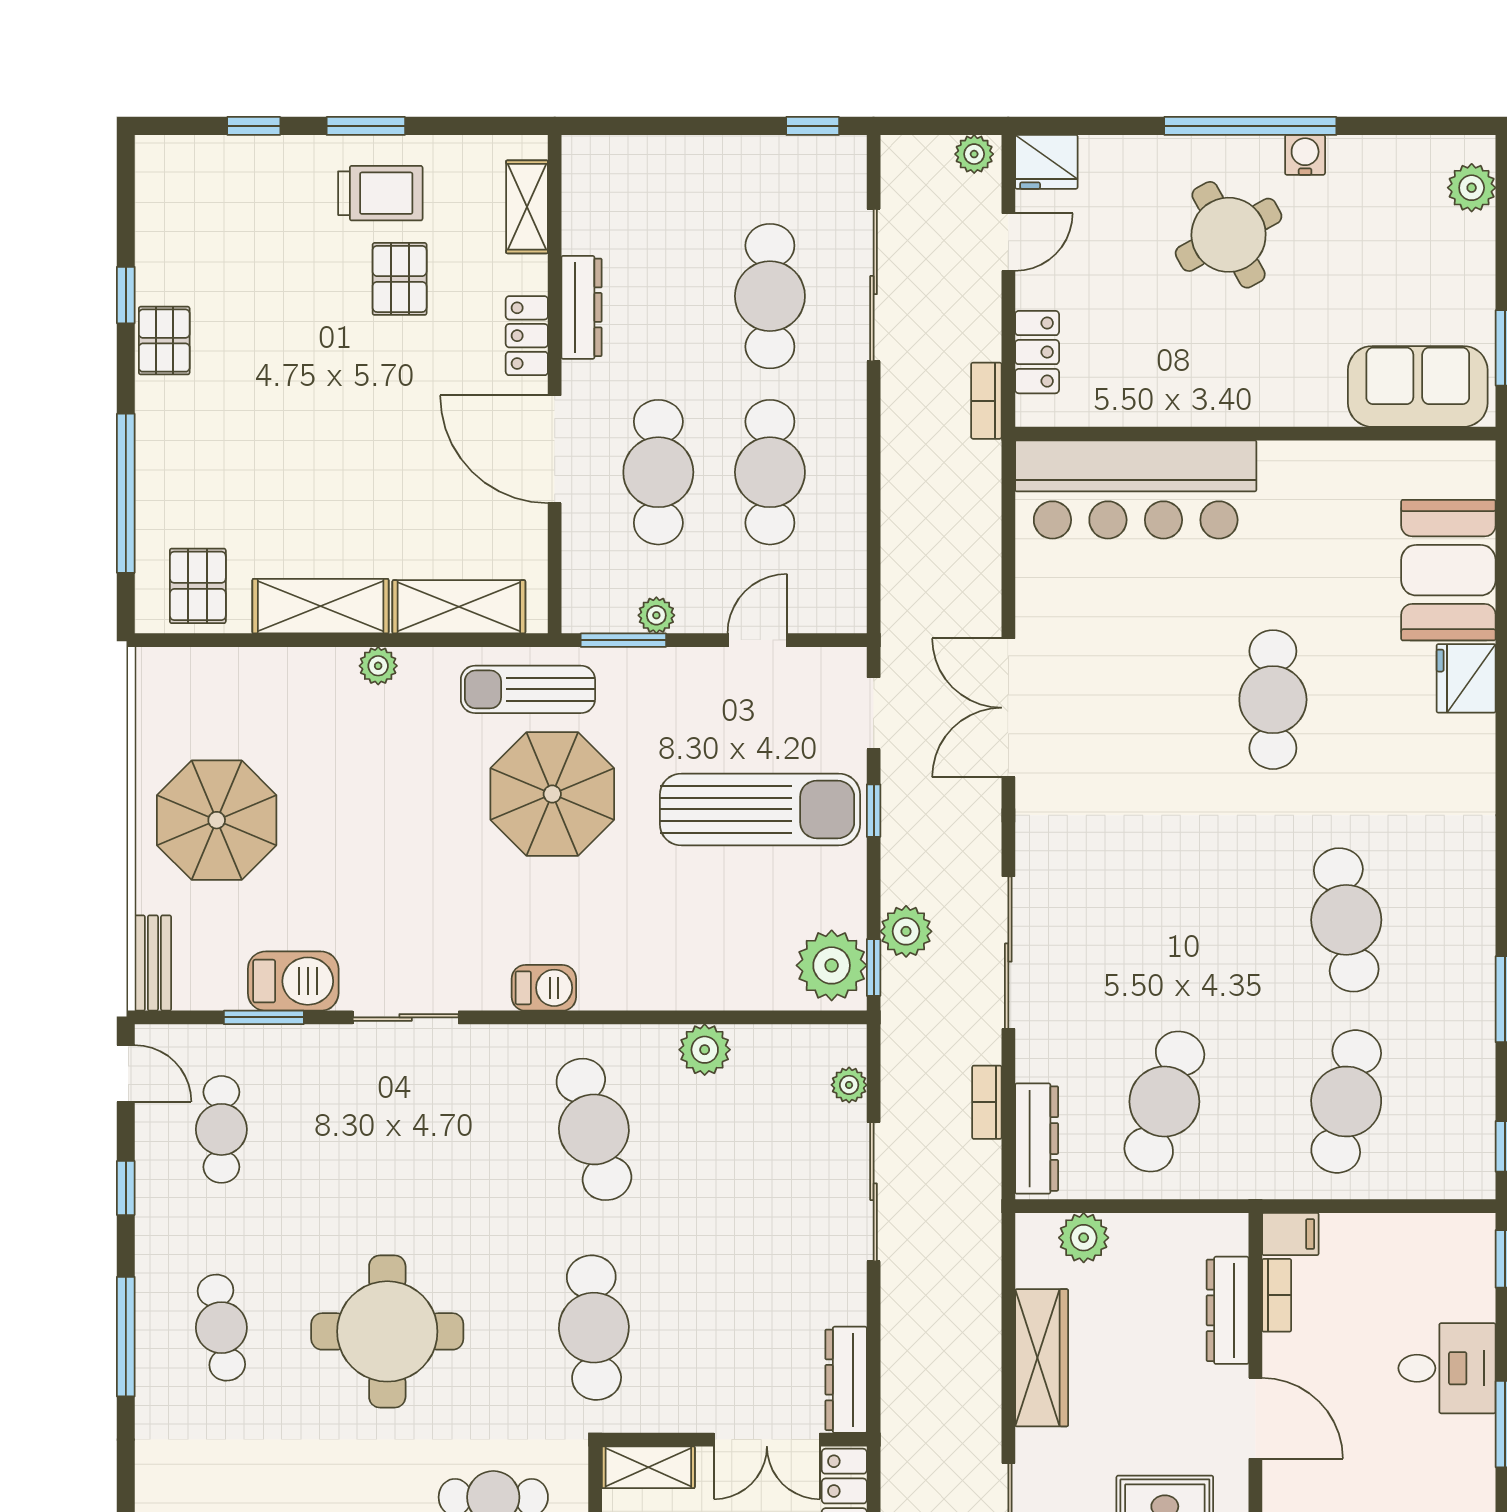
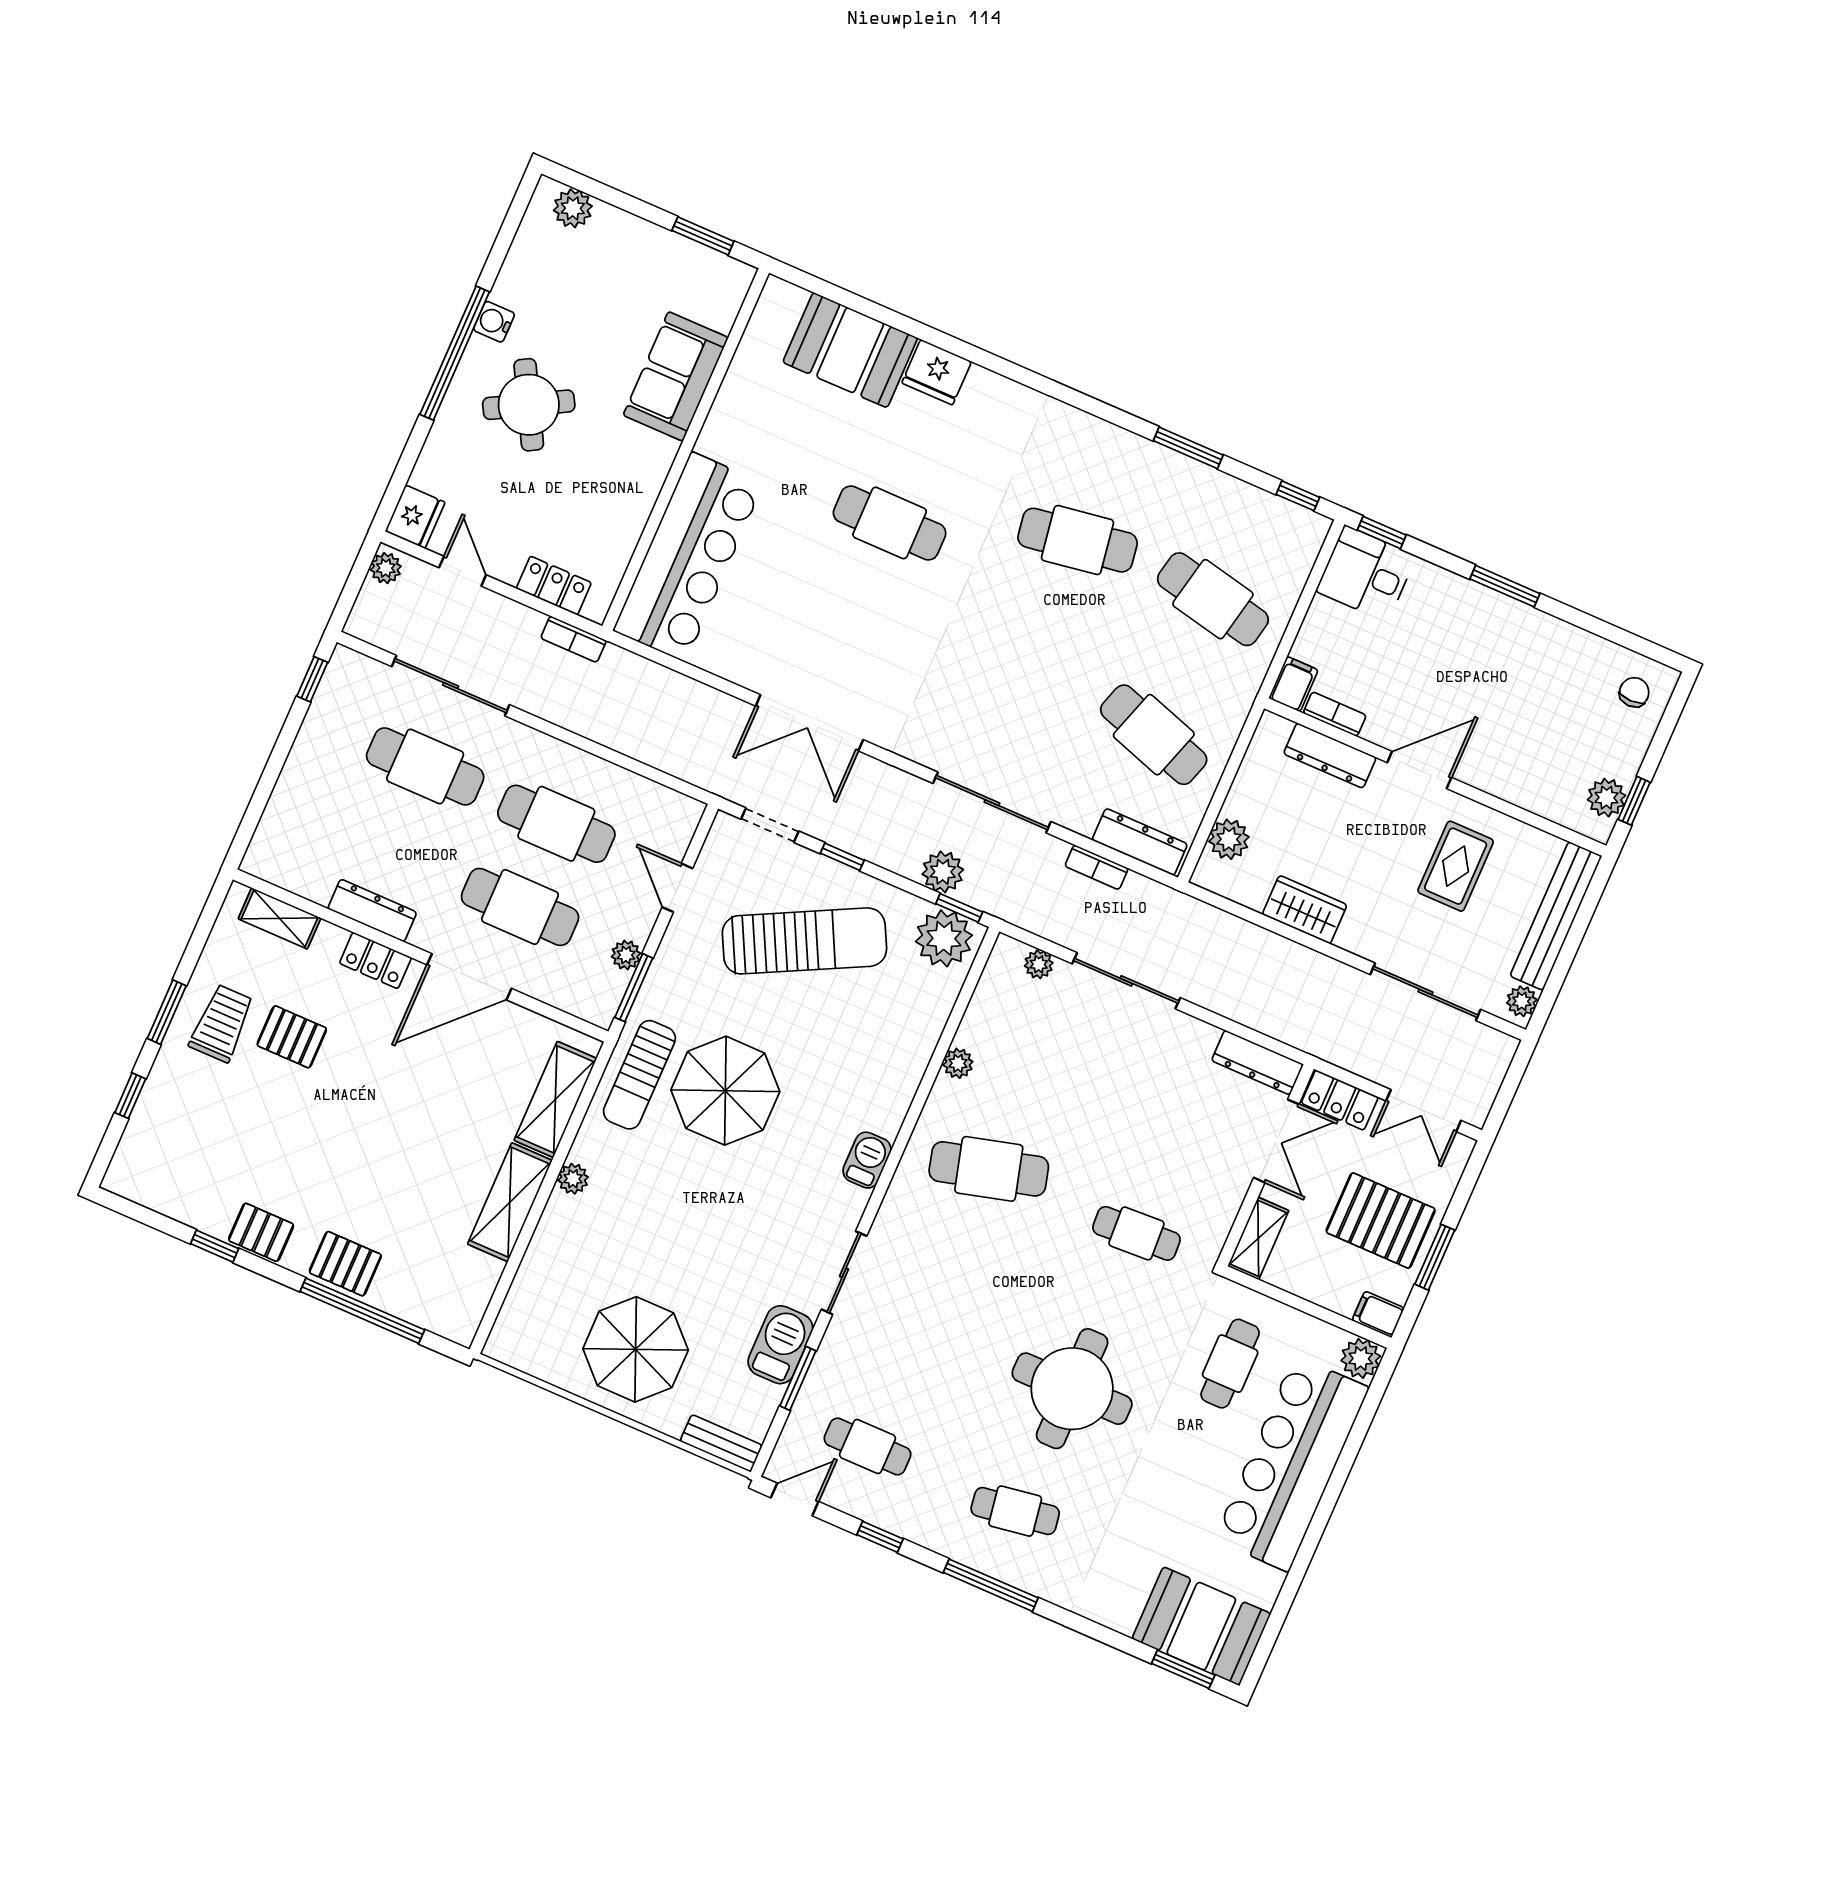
sofa: (1418, 386) -> (676, 376), moved
pallet: (198, 586) -> (345, 1264), moved
sun lounger: (760, 809) -> (804, 941), turned 63
plant: (705, 1050) -> (958, 1063), width x0.73, depth x0.73
cafe table: (594, 1328) -> (1136, 1233), width x0.73, depth x0.74
wardrobe: (1042, 1358) -> (1305, 910), width x0.67
desk: (1447, 1368) -> (1366, 574), moved, turned -90

